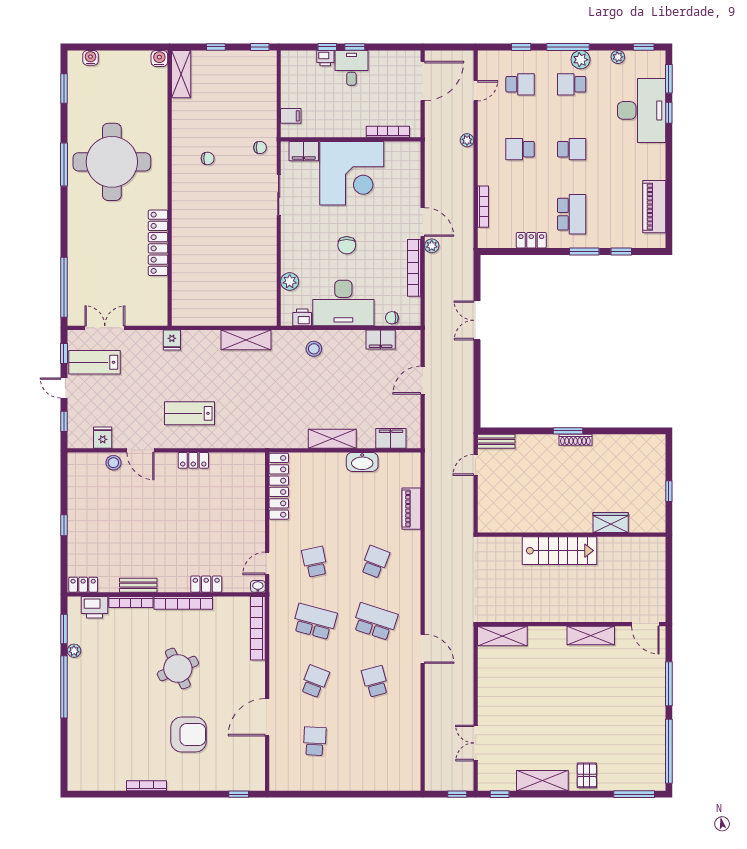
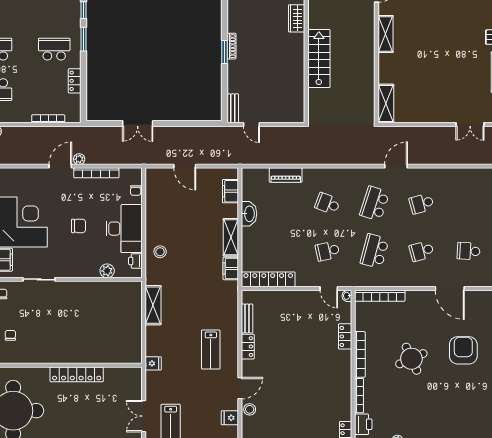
filing cabinet: (381, 340) -> (231, 269), moved, turned 180
bench: (138, 585) -> (247, 318), moved
school desk: (315, 681) -> (422, 251), turned -36

